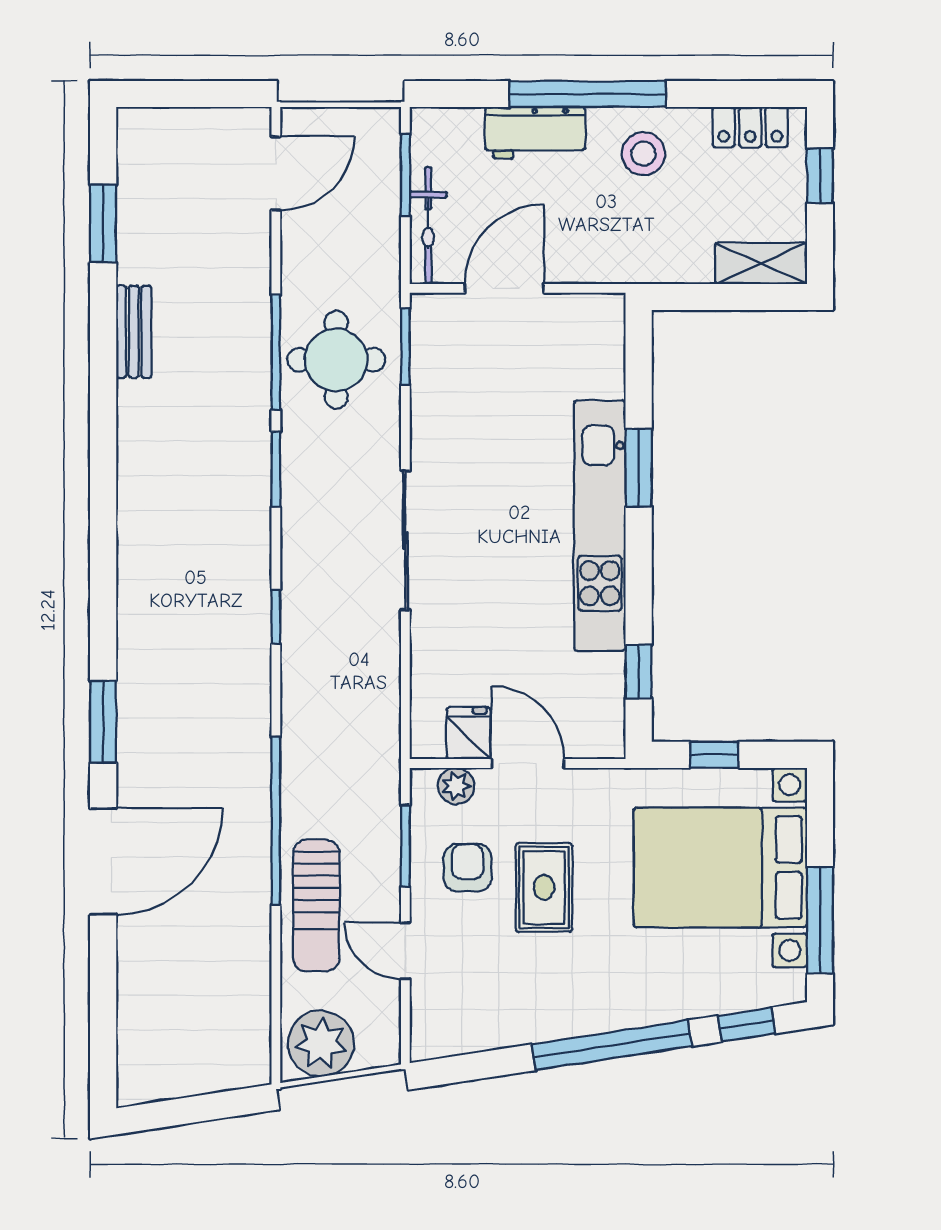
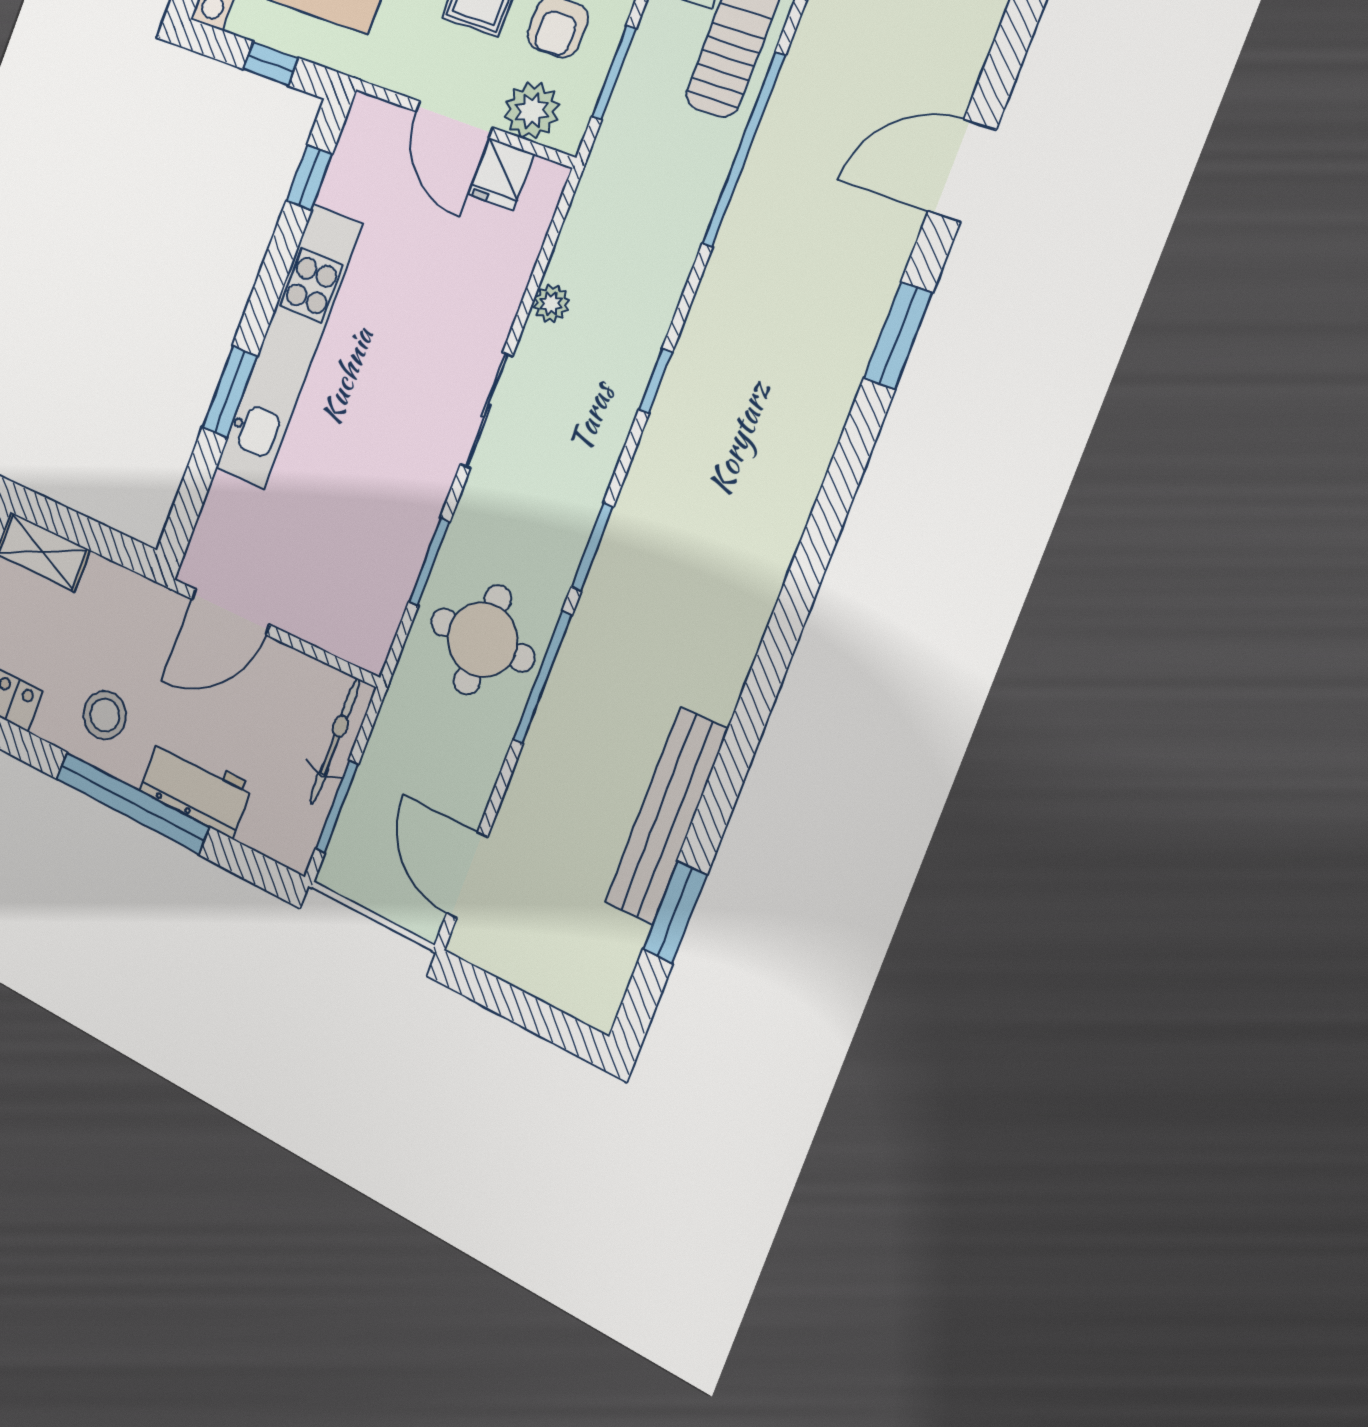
door: (276, 173) -> (467, 875), hinge flipped
door: (504, 288) -> (230, 612), moved
bench: (134, 332) -> (666, 816), width x1.86, depth x1.21
window: (405, 347) -> (429, 562), moved
sliding door: (405, 540) -> (486, 410), width x0.73
plant: (385, 645) -> (551, 304), added
plant: (456, 786) -> (532, 111), width x1.38, depth x1.38
door: (103, 862) -> (962, 171), width x0.73

